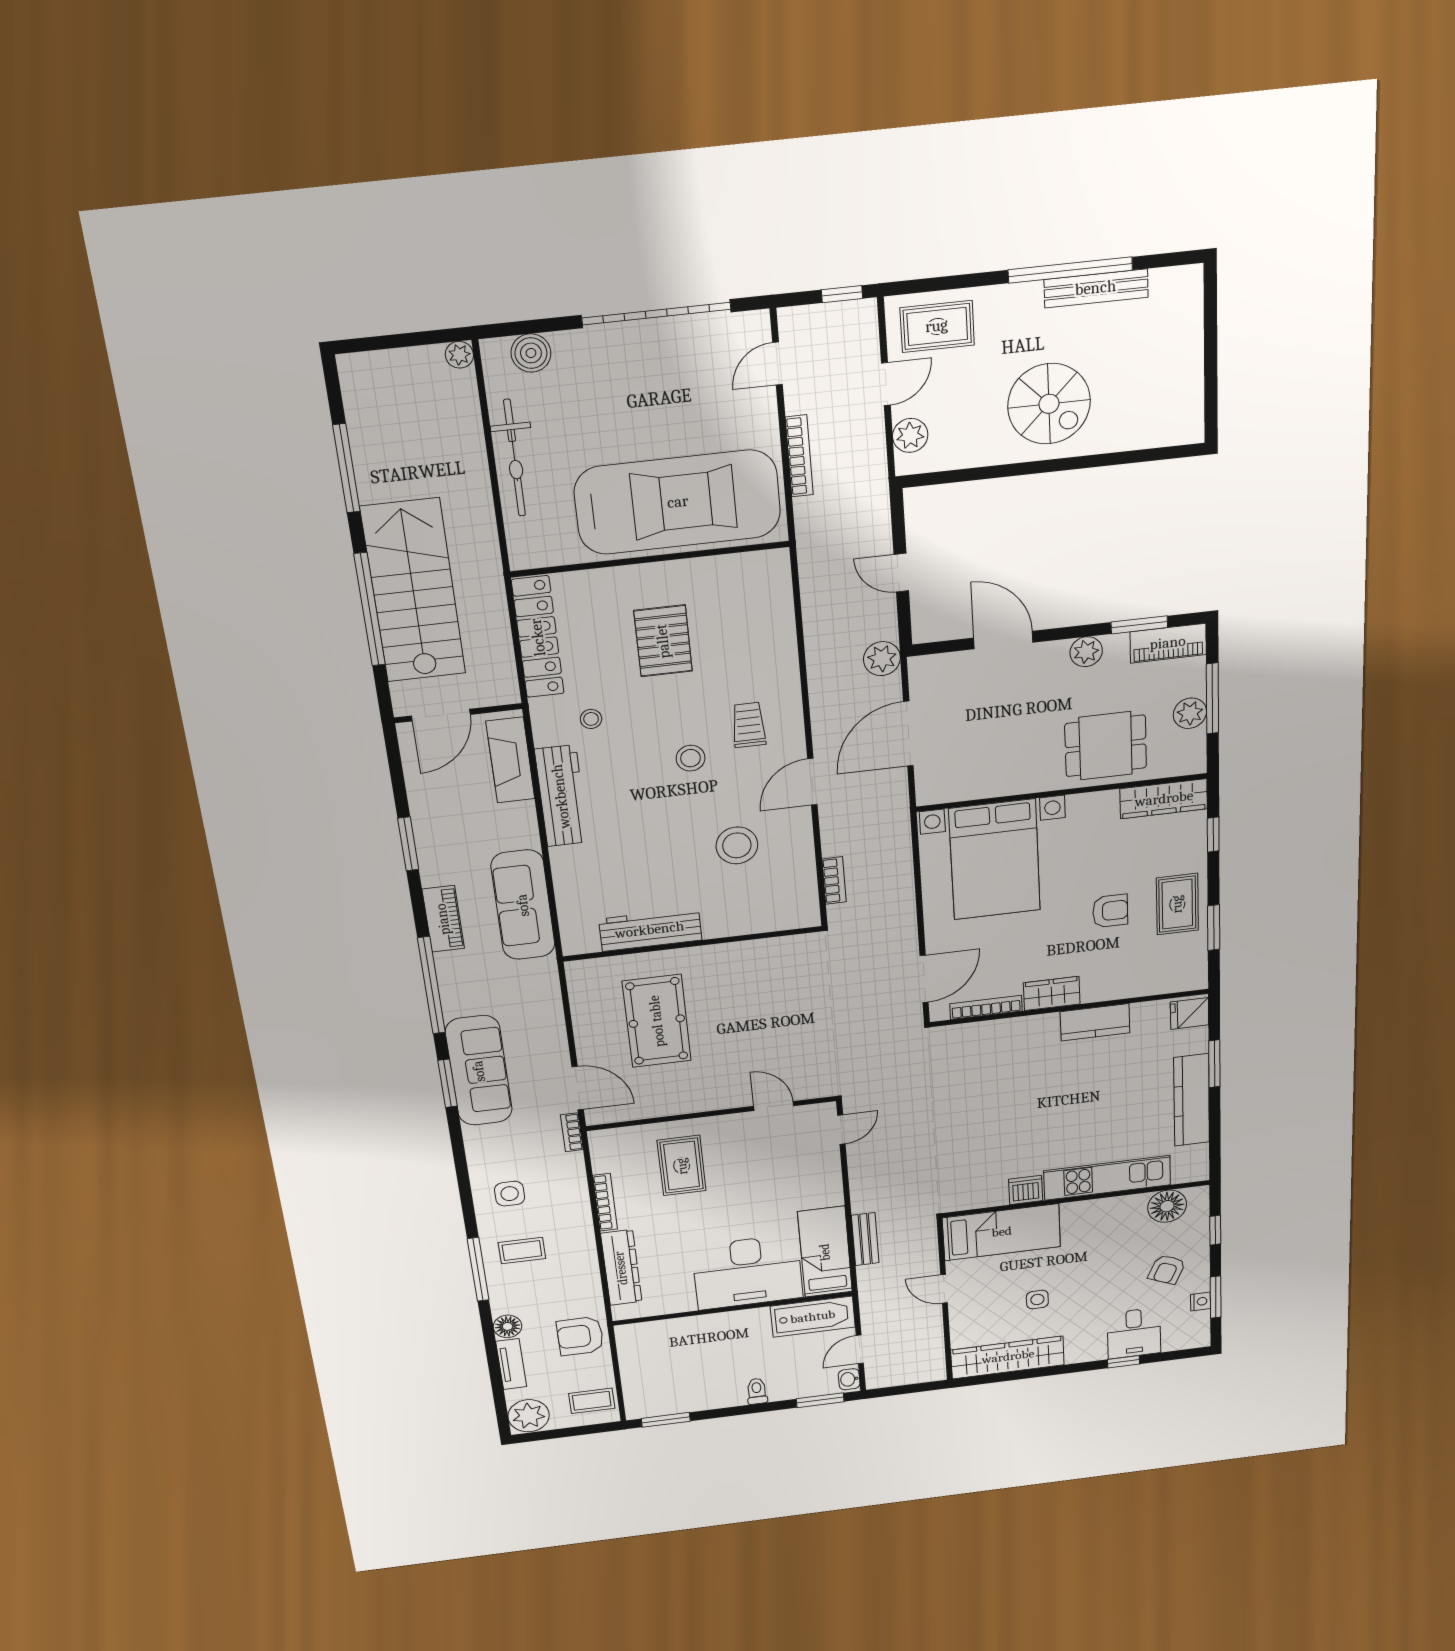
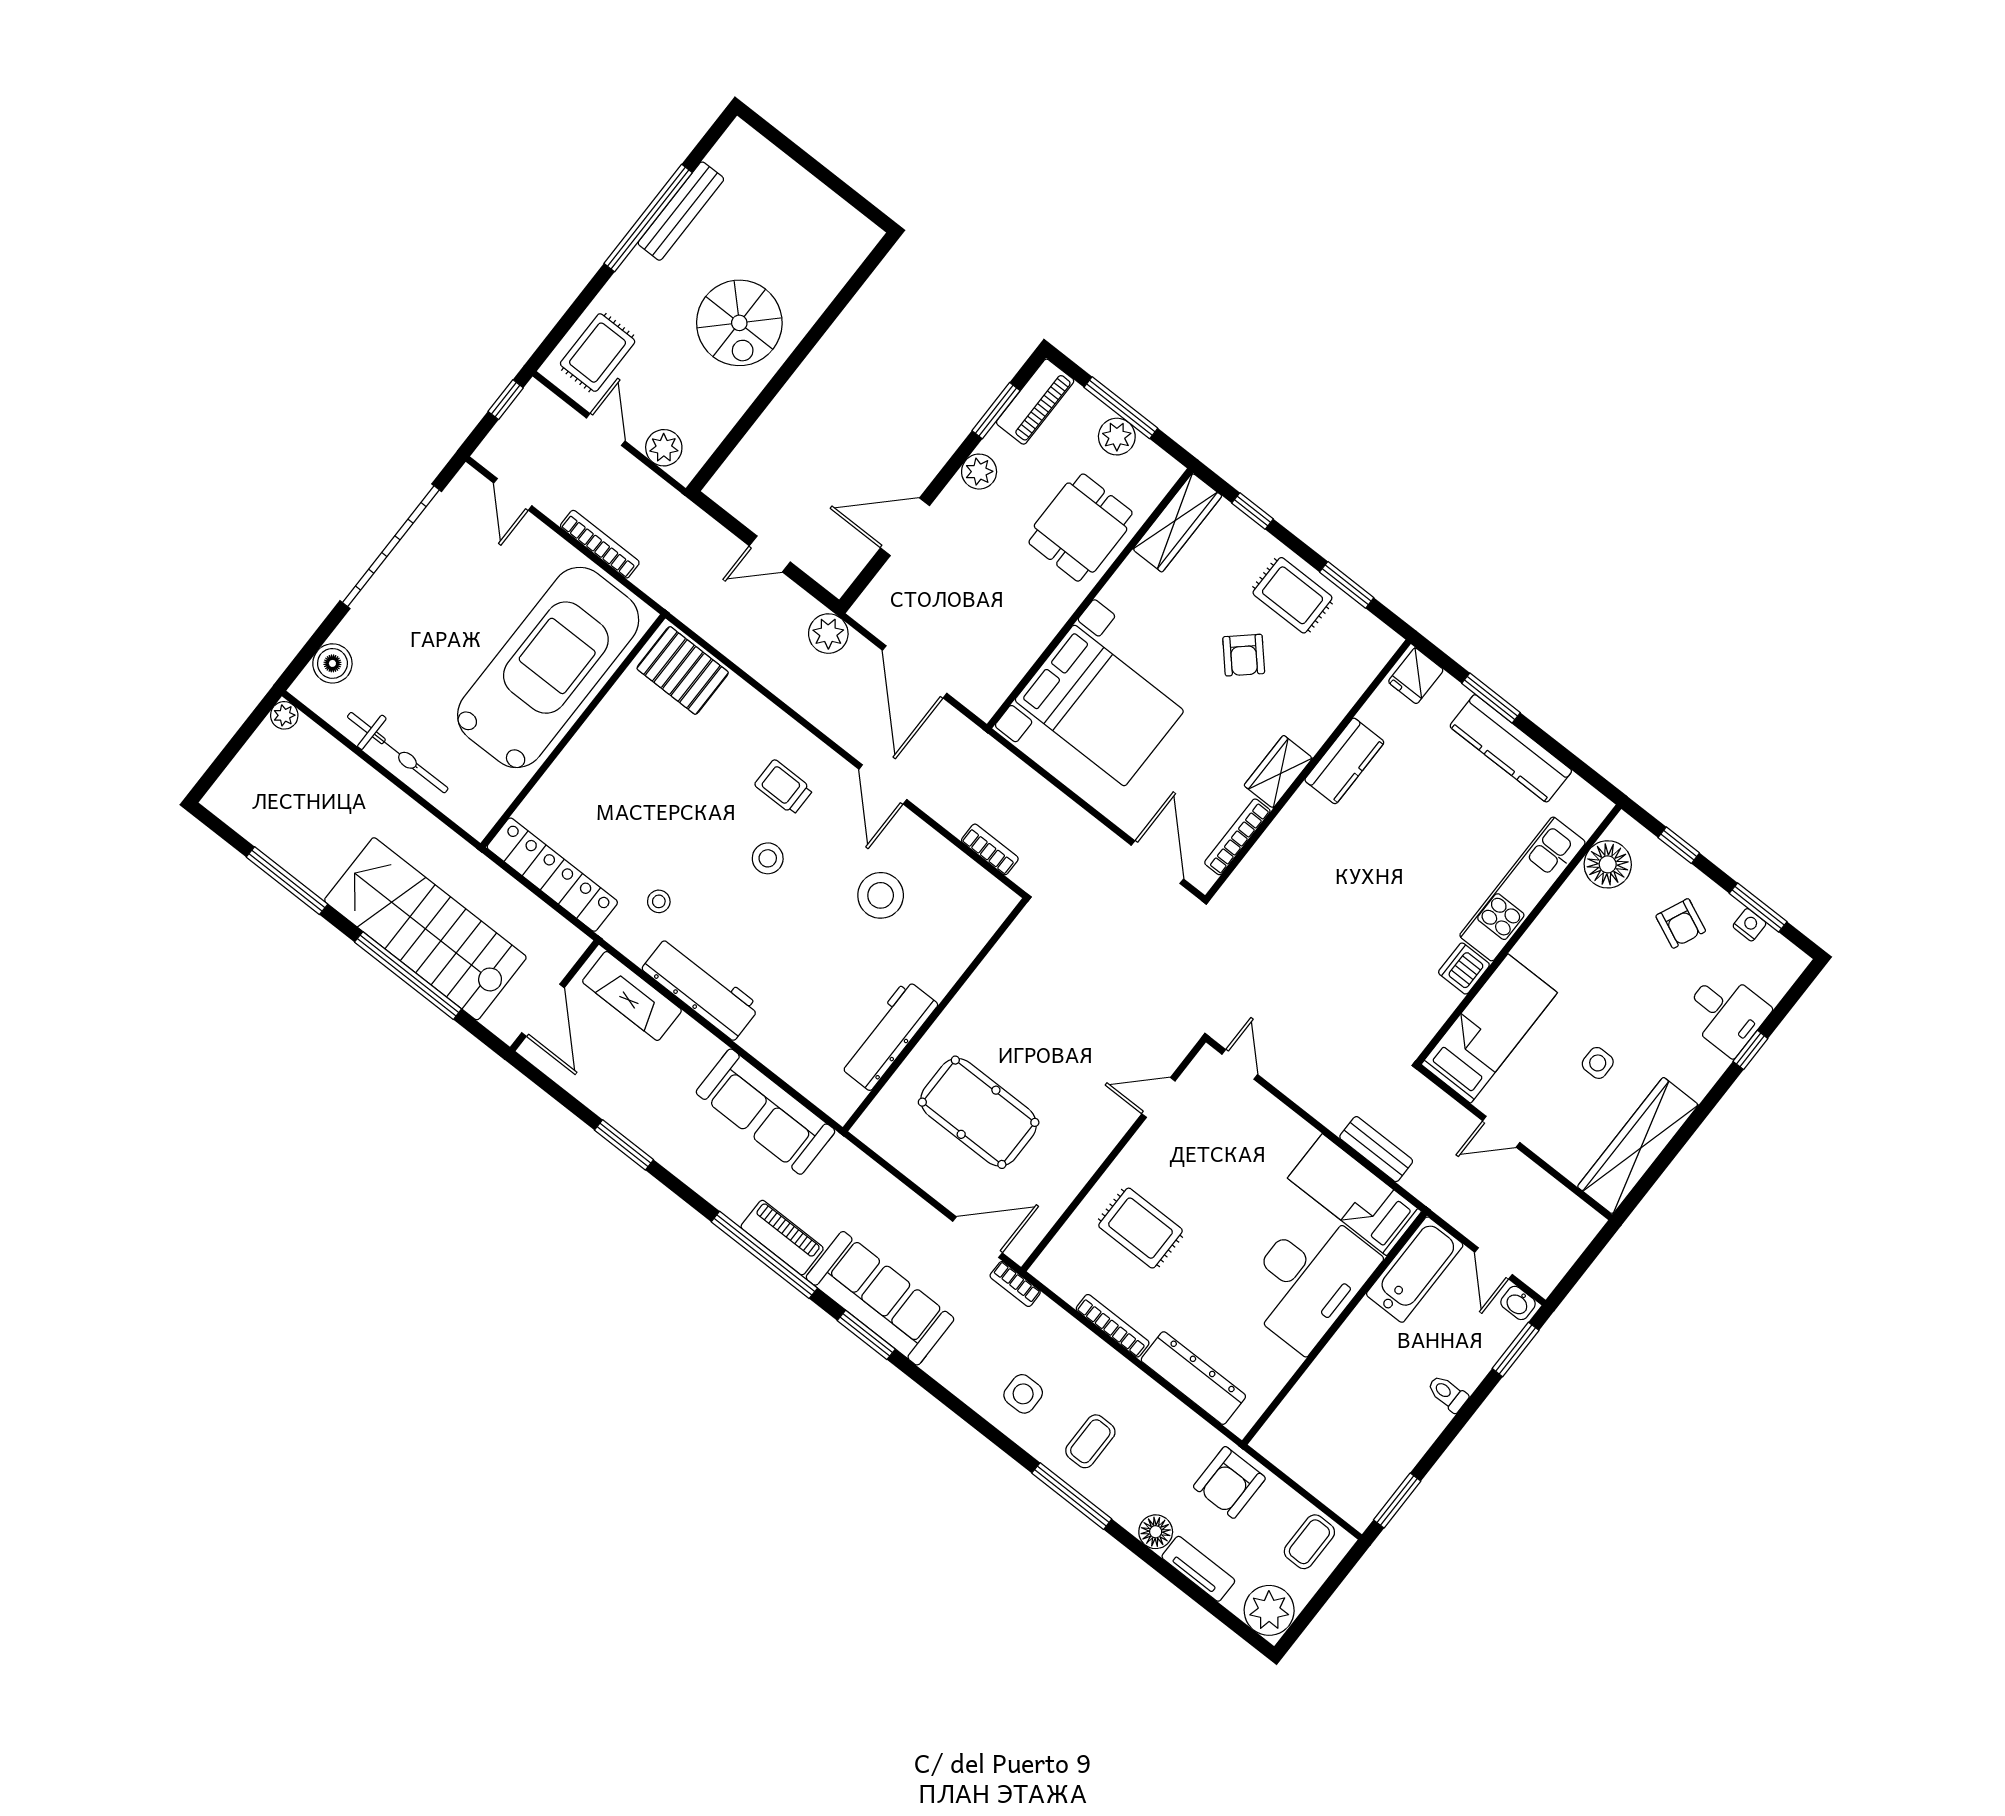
spiral stairs: (1049, 404) -> (739, 323), turned 90
pallet: (663, 641) -> (683, 670), moved
armchair: (1110, 911) -> (1244, 655), turned 138
piano: (443, 919) -> (782, 1238), moved

